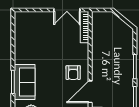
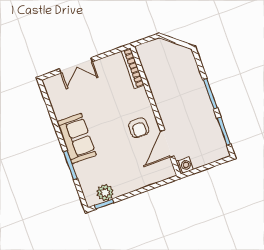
double door: (67, 10) -> (76, 65), moved
sofa: (25, 82) -> (77, 138), moved

